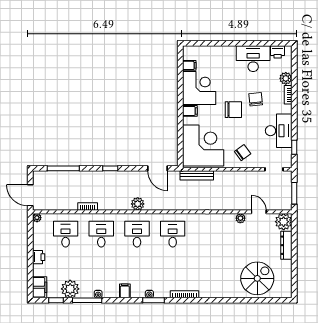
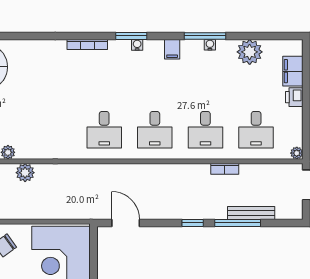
window: (63, 168) -> (238, 223), moved
bench: (197, 175) -> (251, 213), moved
plant: (138, 204) -> (25, 173), moved
filing cabinet: (40, 287) -> (293, 71), moved
window: (56, 300) -> (270, 36), removed
window: (87, 300) -> (205, 36), moved

